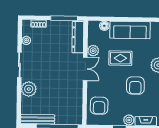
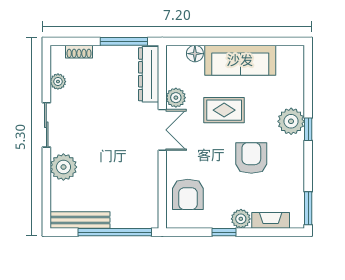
armchair: (135, 86) -> (251, 158), turned 180

